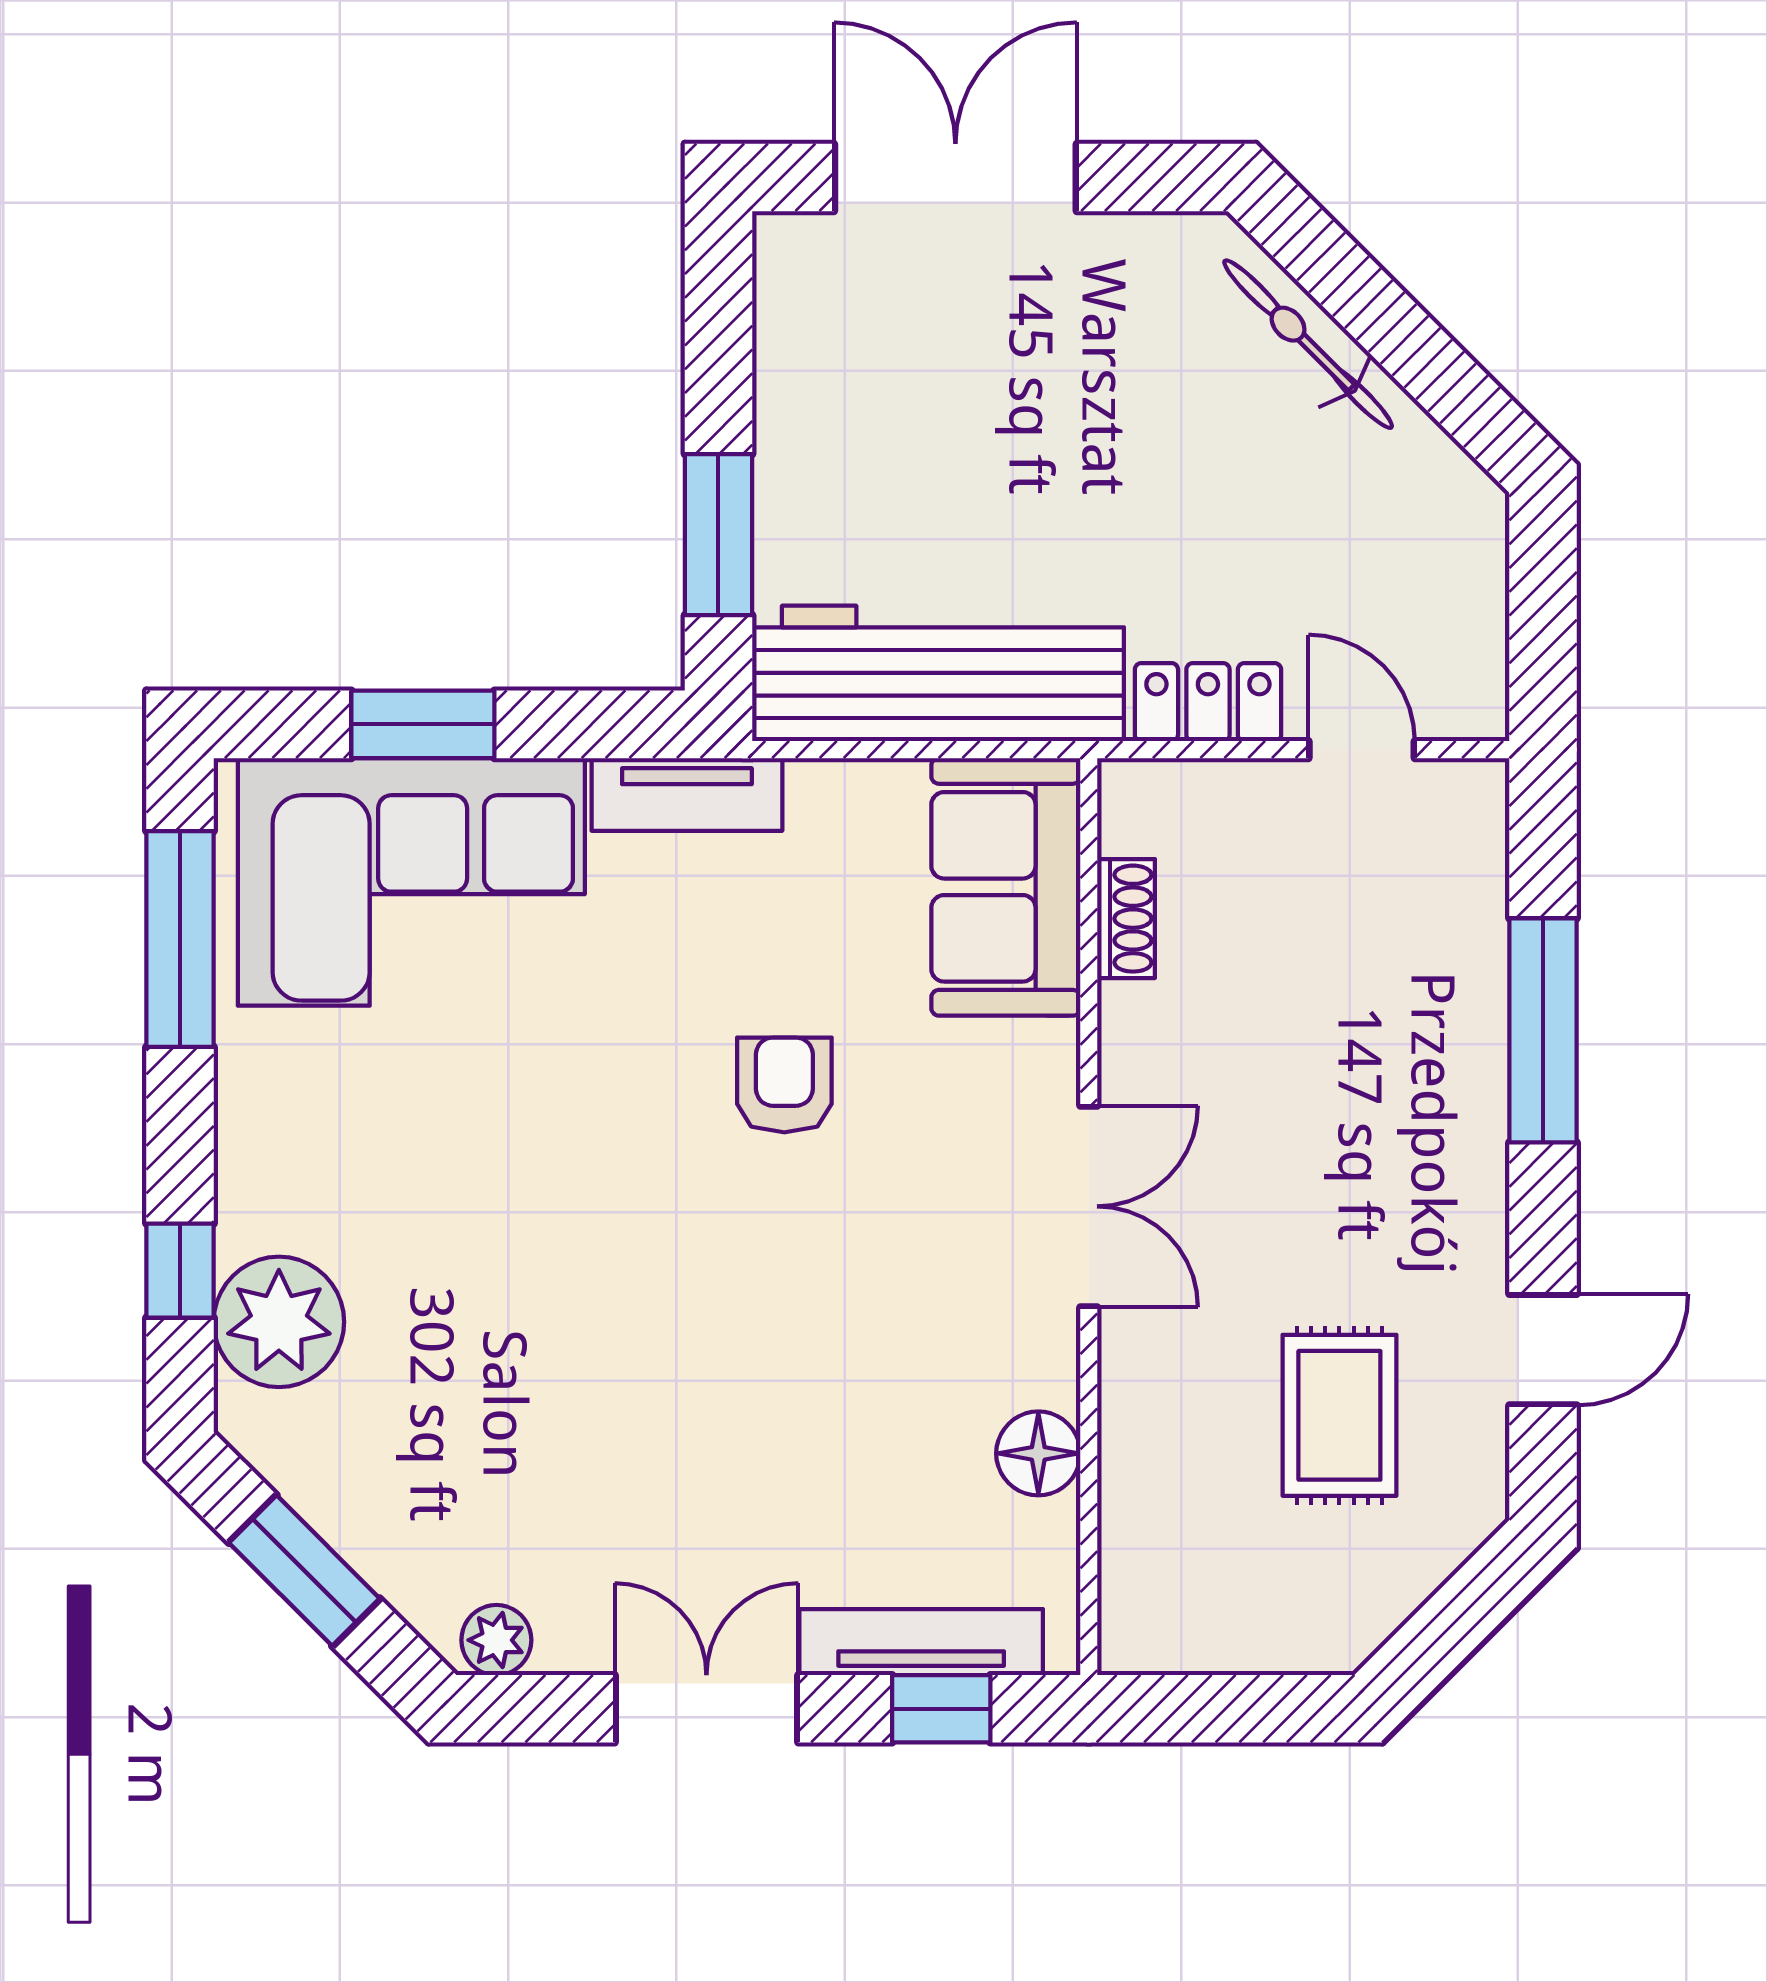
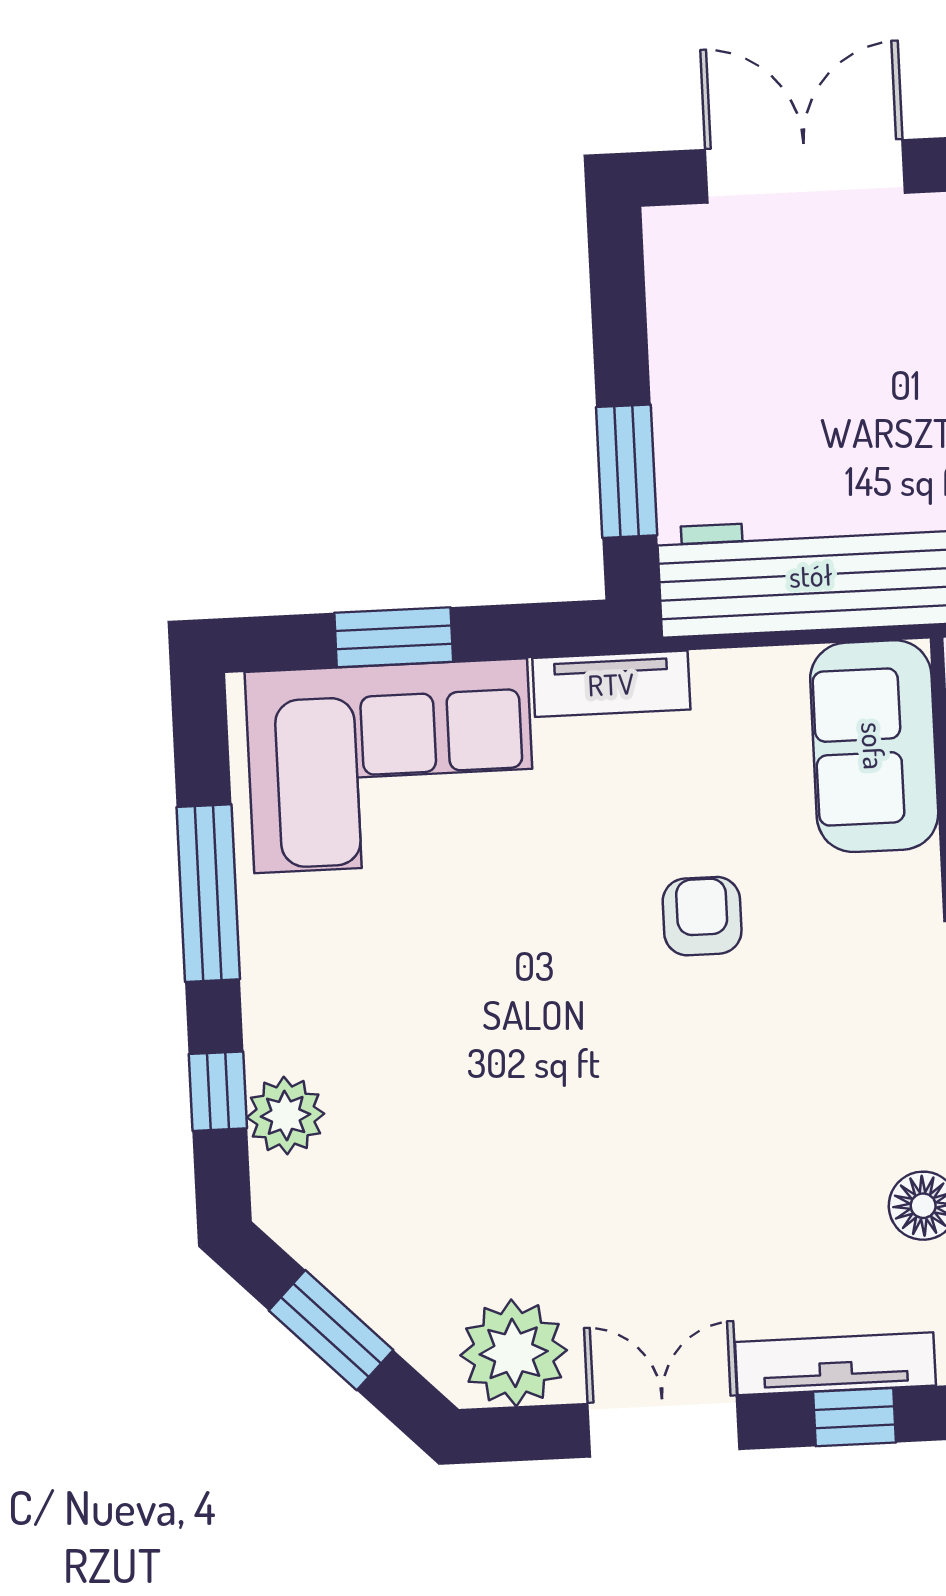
window: (180, 939) -> (208, 893), moved
plant: (279, 1322) -> (286, 1115), width x0.73, depth x0.73
plant: (496, 1640) -> (514, 1353), width x1.87, depth x1.87

